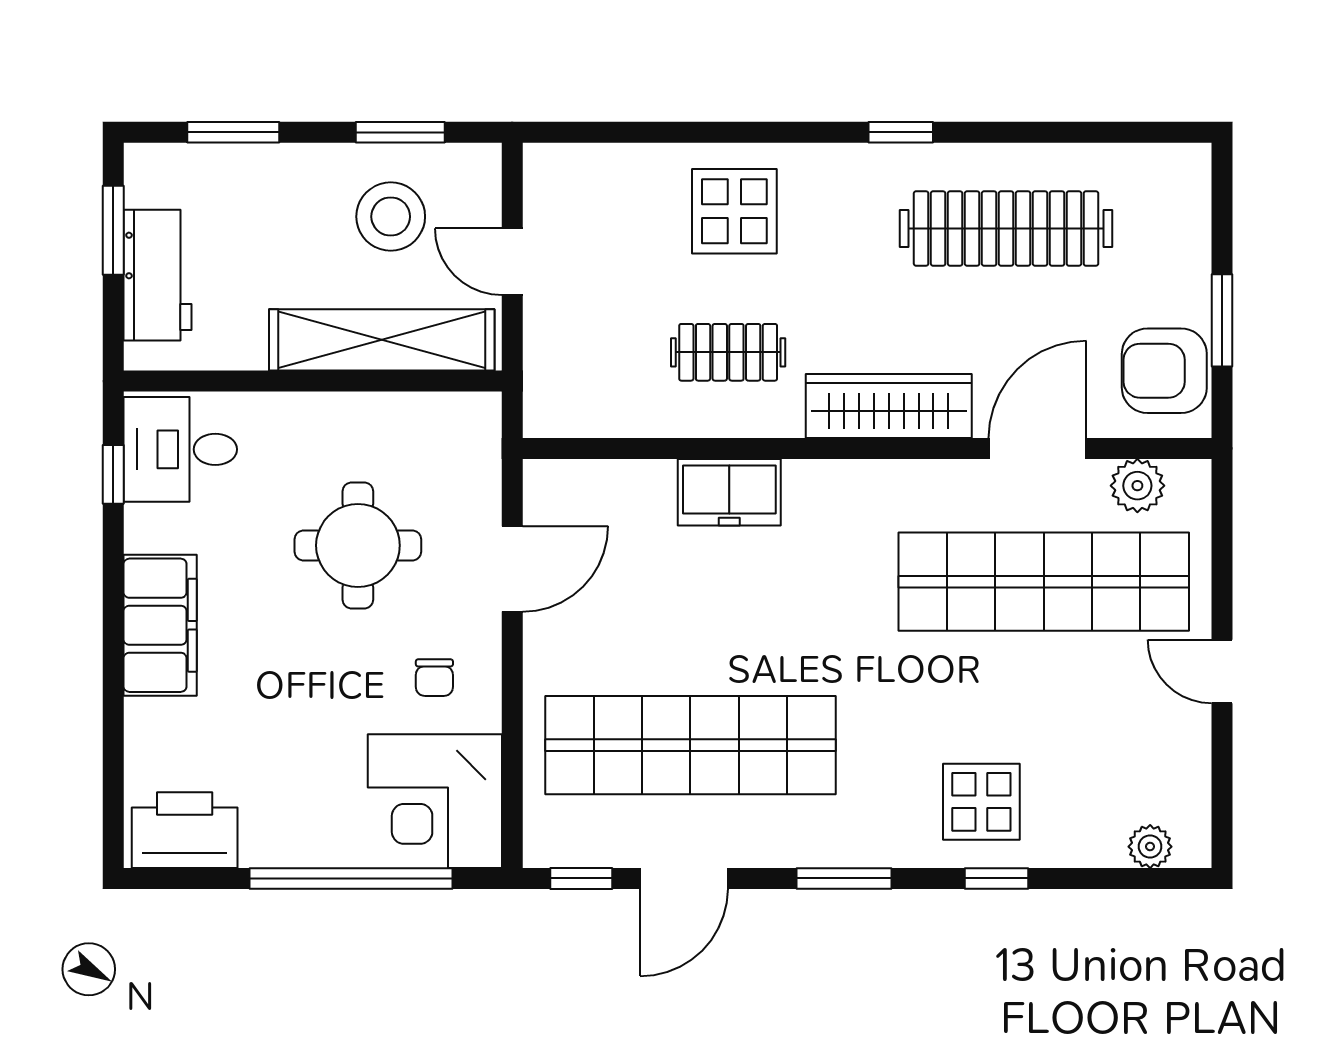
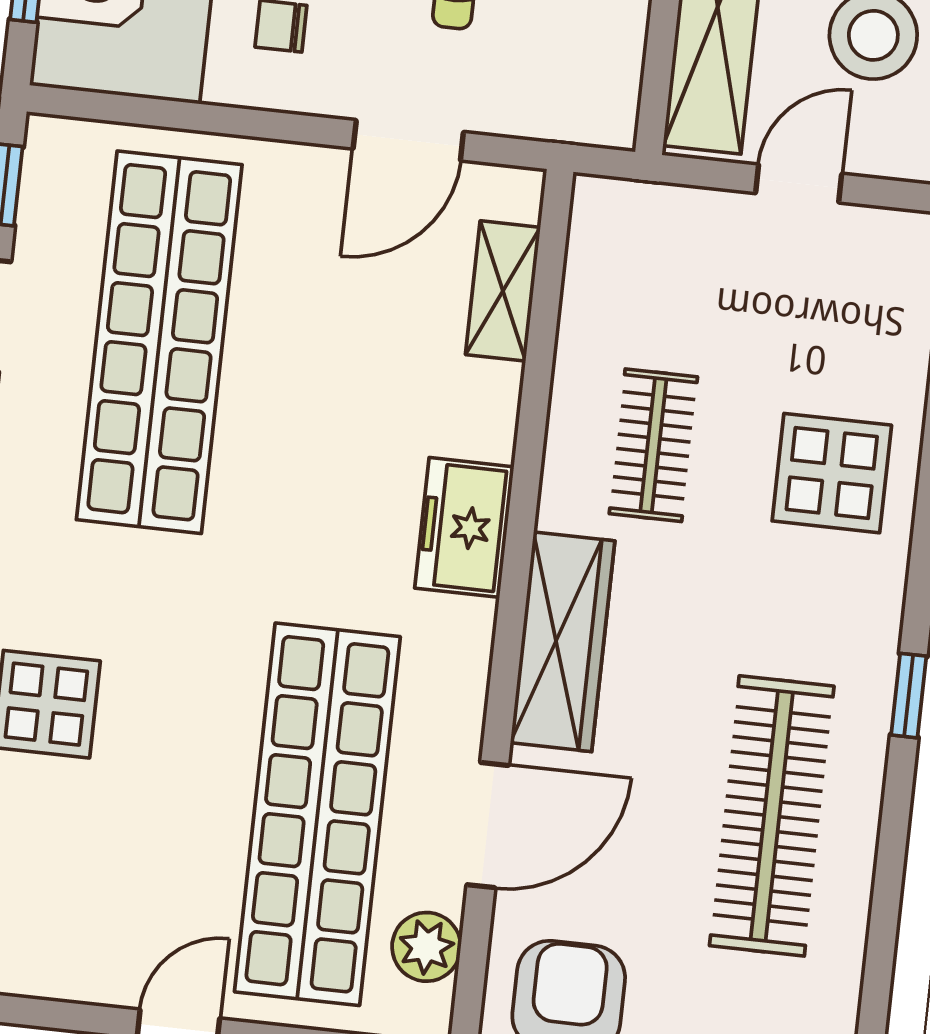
door: (1037, 448) -> (488, 825), hinge flipped
shelving: (621, 482) -> (503, 291), added
freezer: (729, 492) -> (464, 527), moved
door: (512, 569) -> (408, 140), hinge flipped

